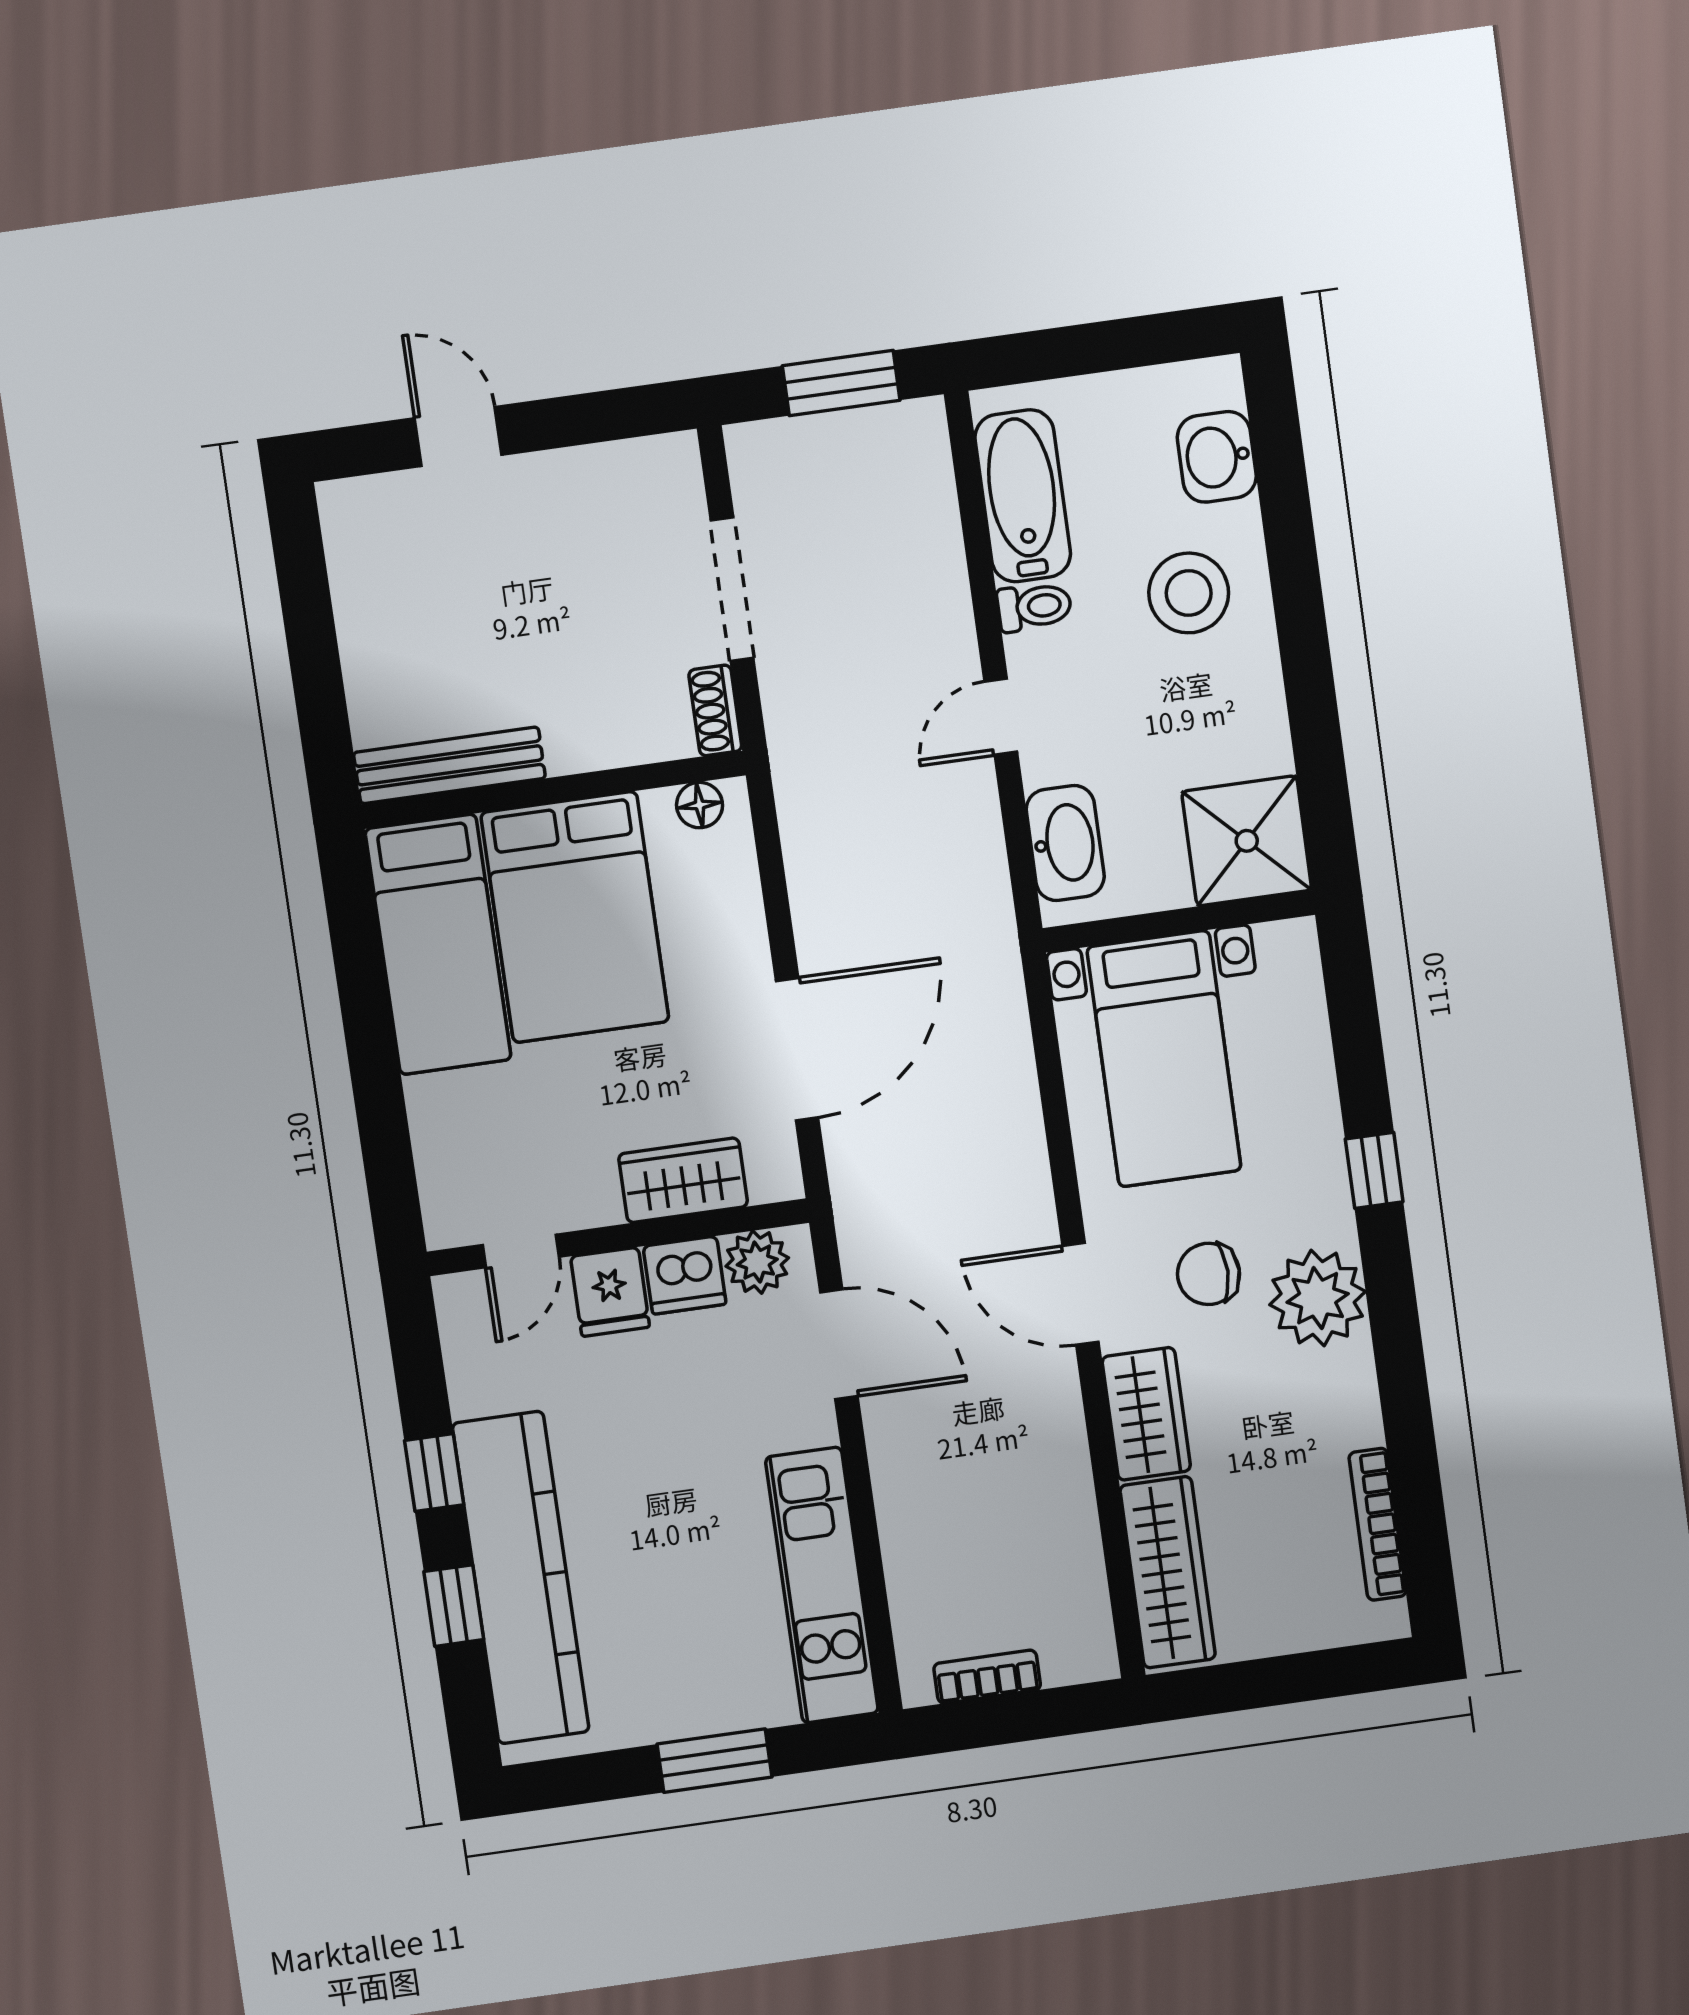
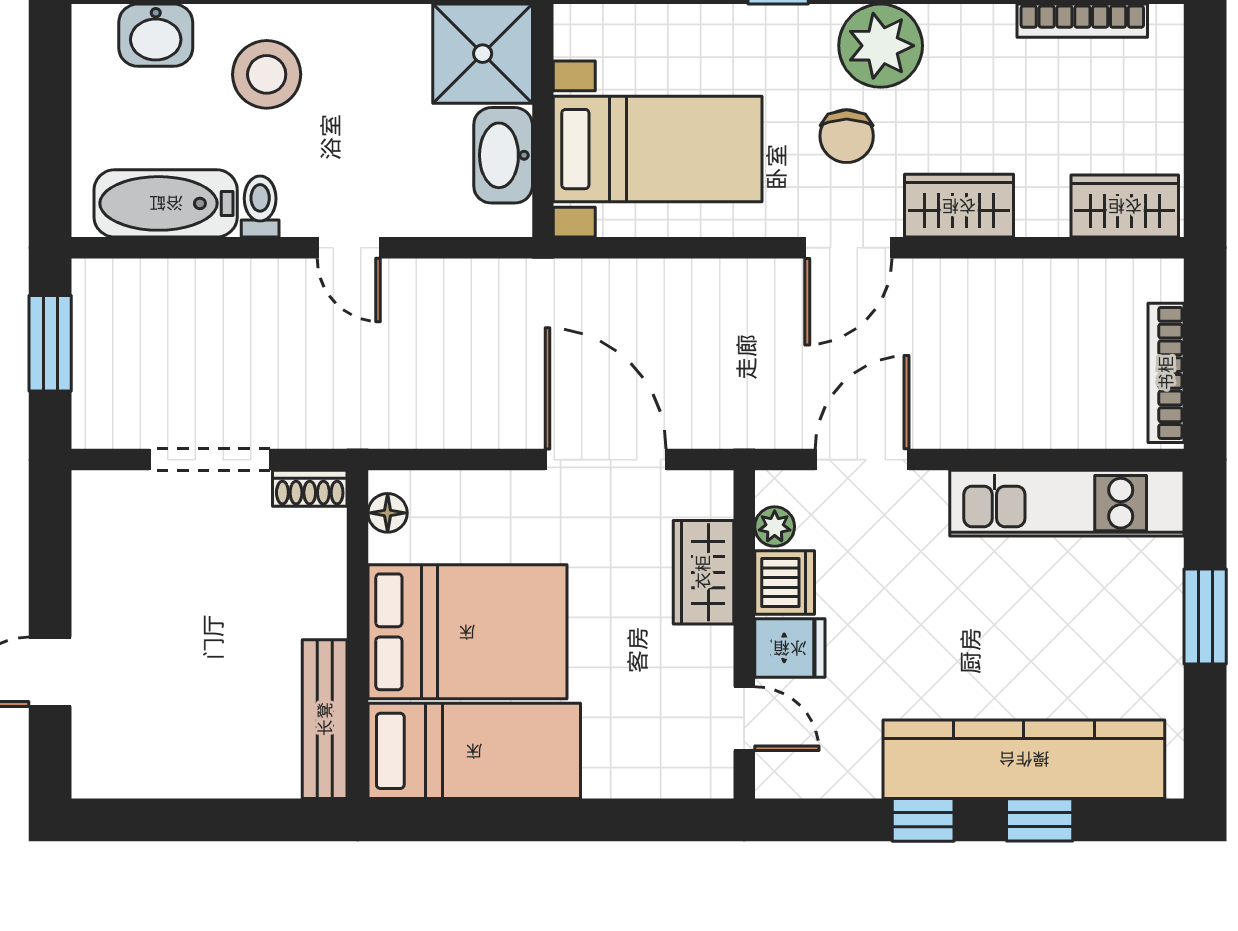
washbasin: (1065, 843) -> (503, 155), moved, turned -90
plant: (757, 1262) -> (775, 527), width x0.73, depth x0.73
wardrobe: (1168, 1572) -> (1125, 206), width x0.67
bookcase: (987, 1677) -> (1166, 373), width x1.56

